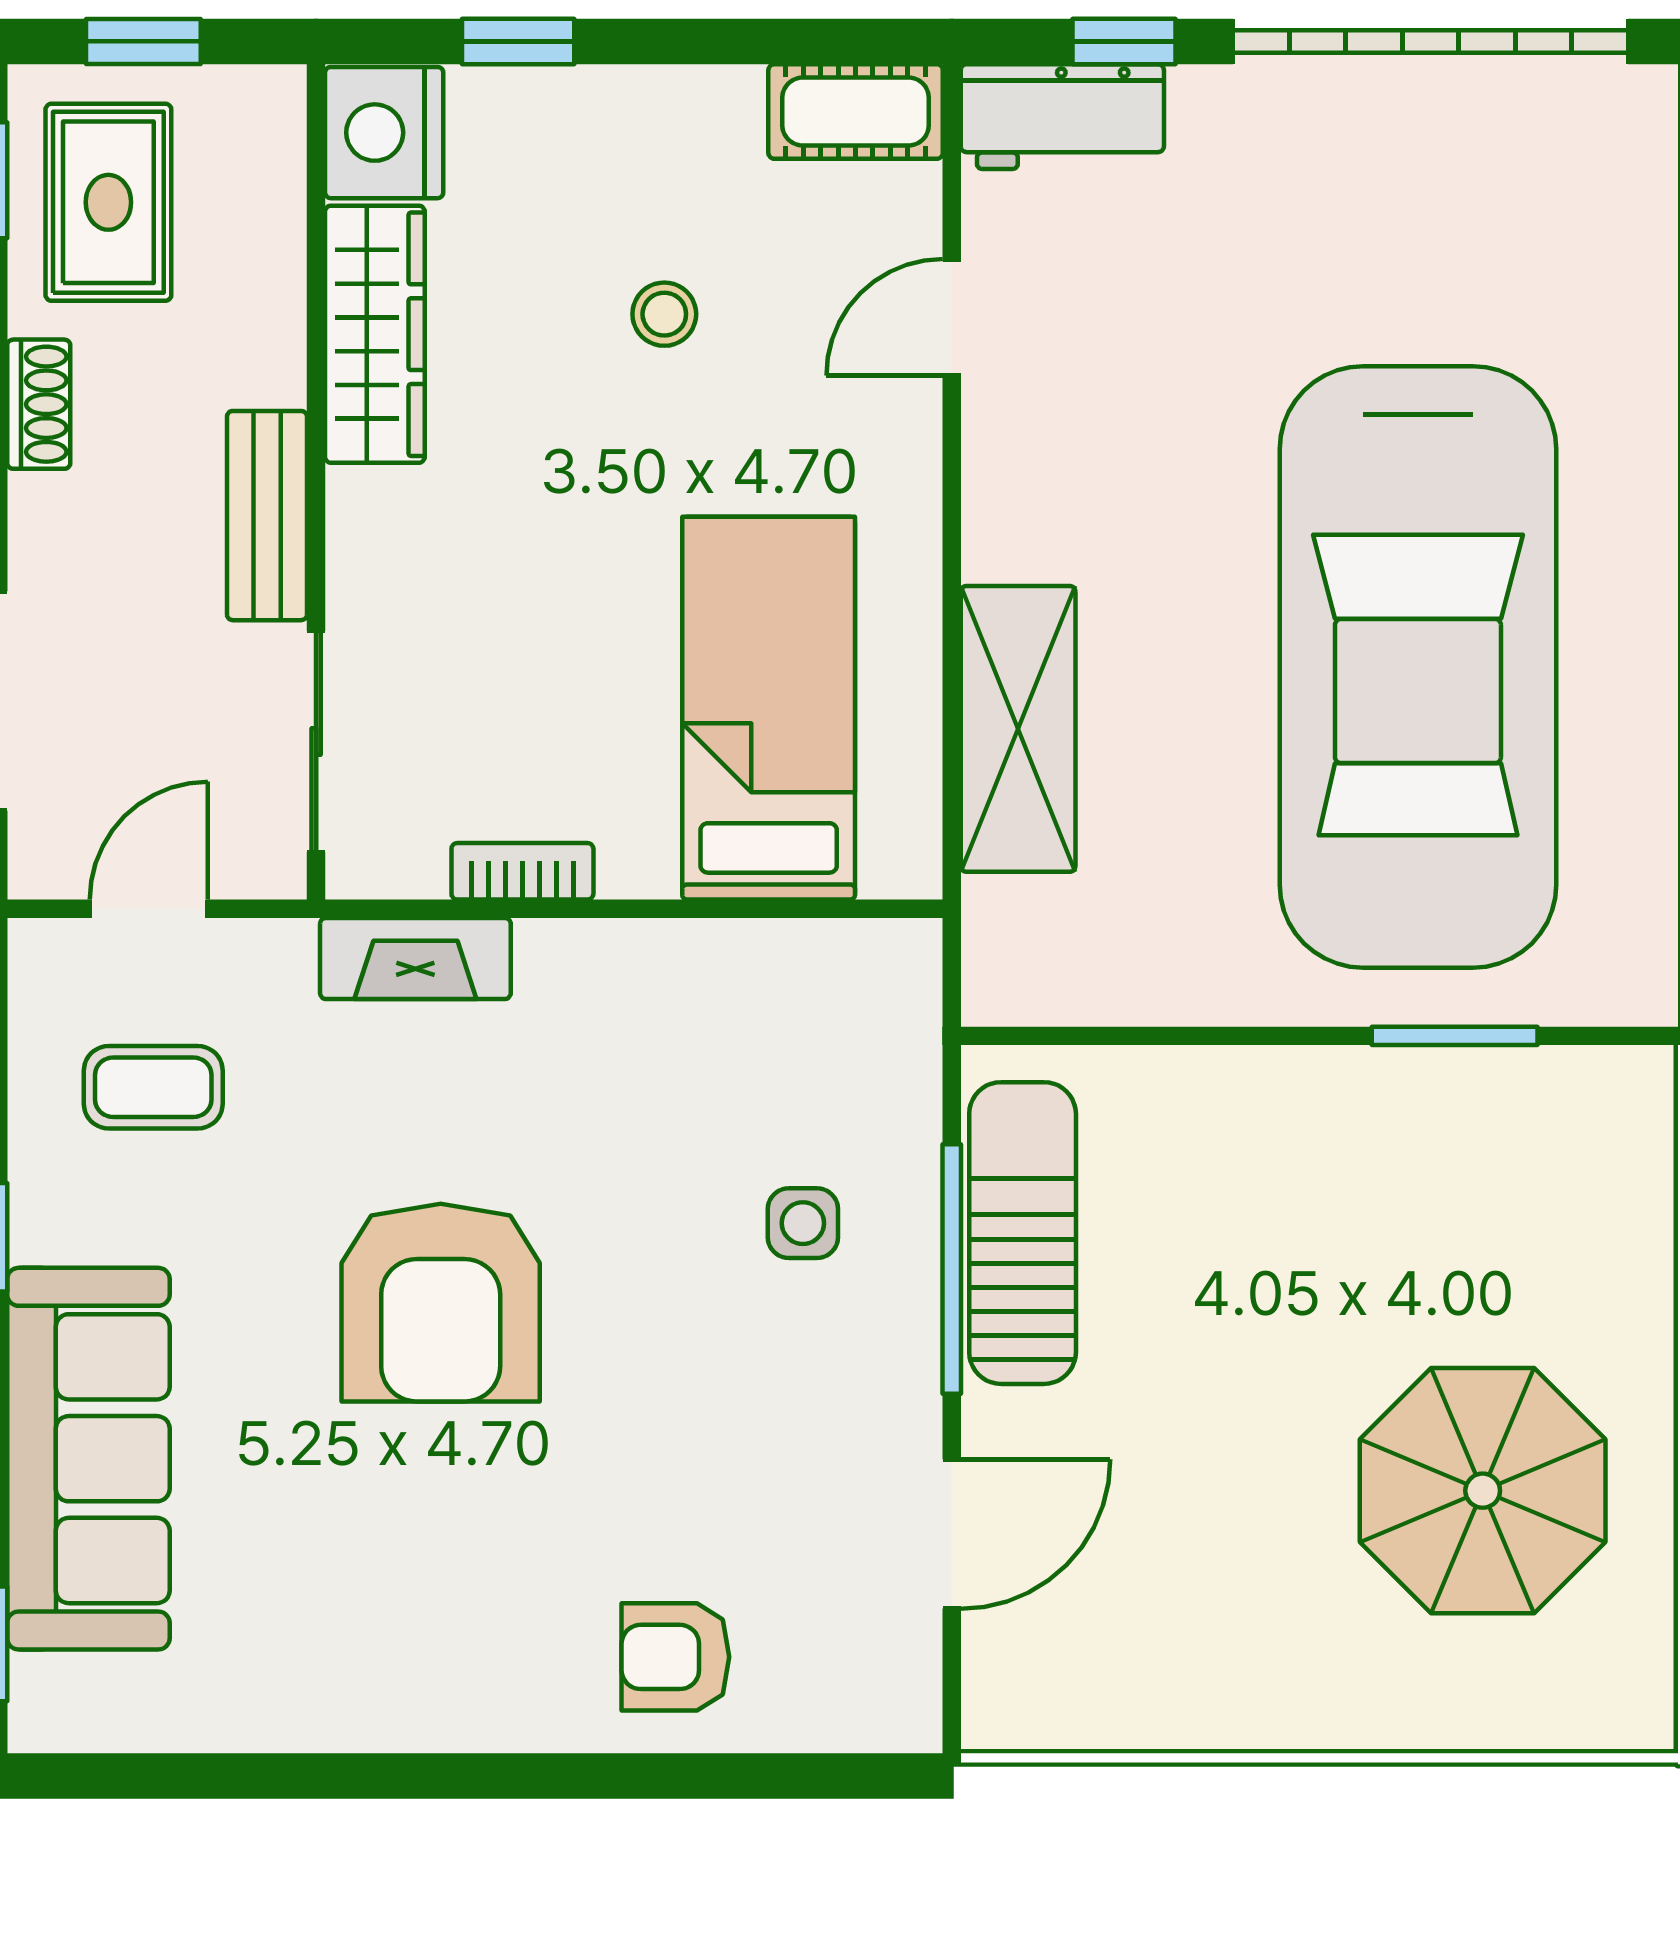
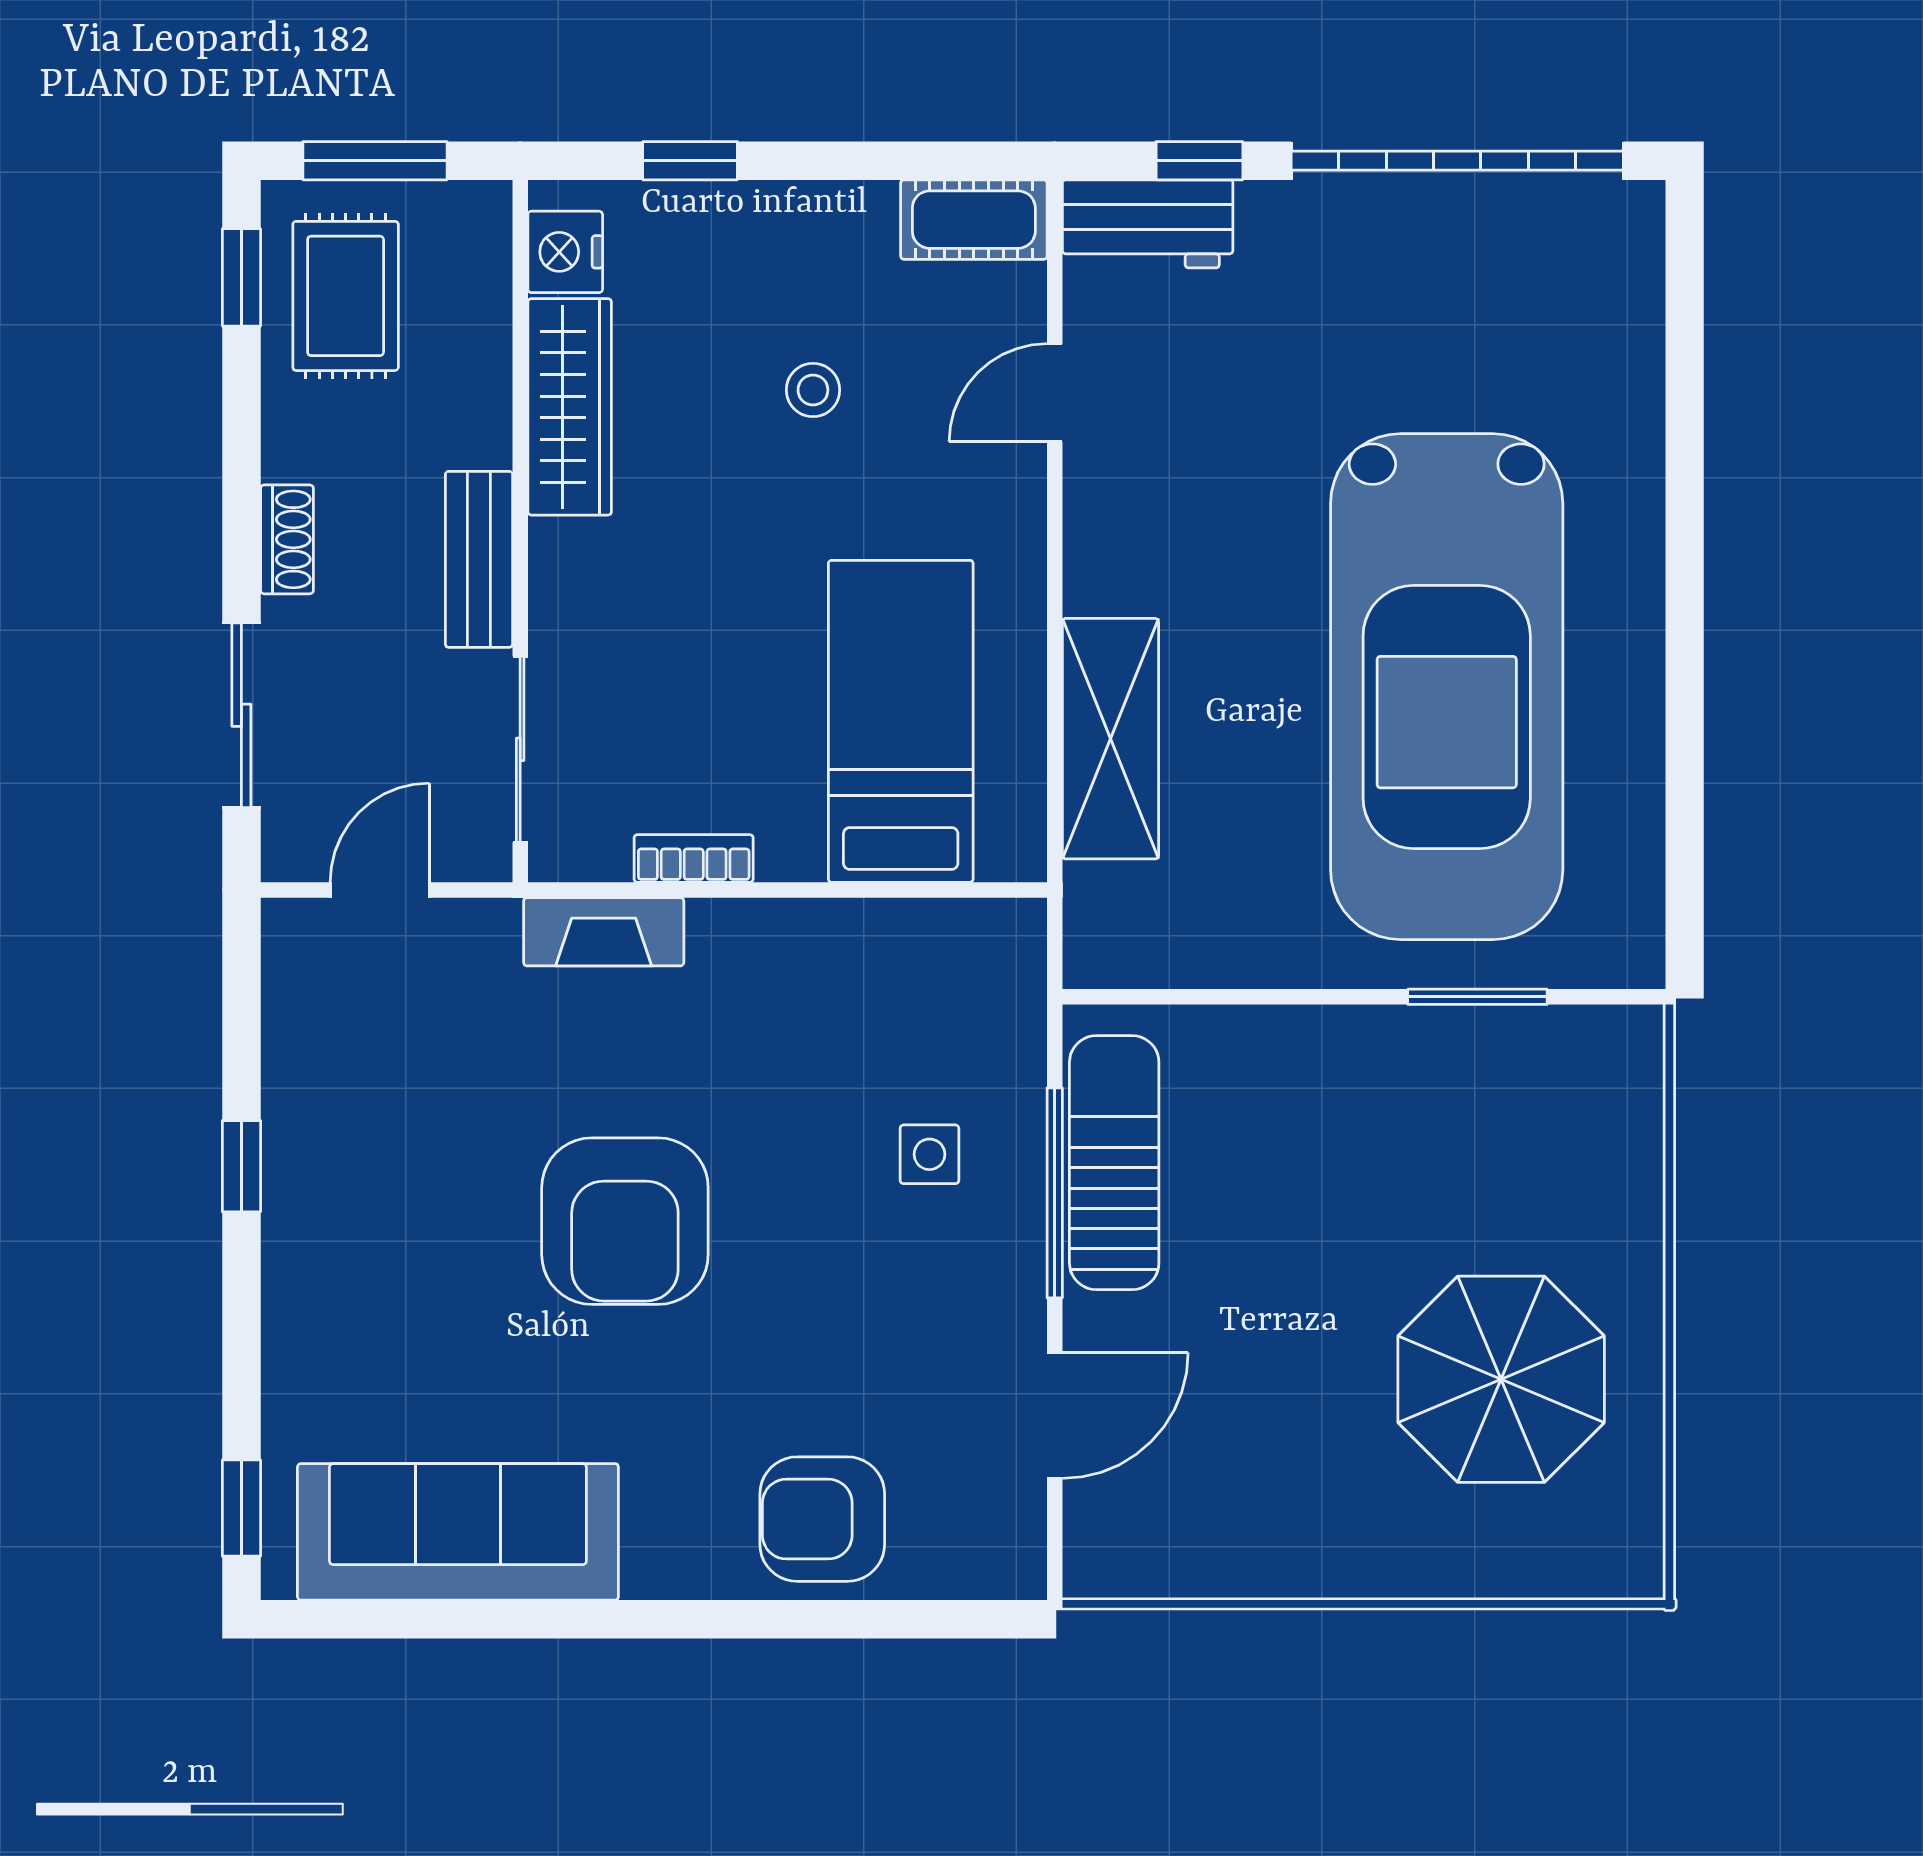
window: (143, 41) -> (375, 161), width x1.50
nightstand: (384, 133) -> (565, 252), width x0.74, depth x0.75
shoe rack: (39, 404) -> (287, 539), moved
coffee table: (153, 1087) -> (383, 1040), removed
sofa: (88, 1459) -> (458, 1532), moved, turned -90
armchair: (675, 1657) -> (822, 1519), width x1.38, depth x1.38

